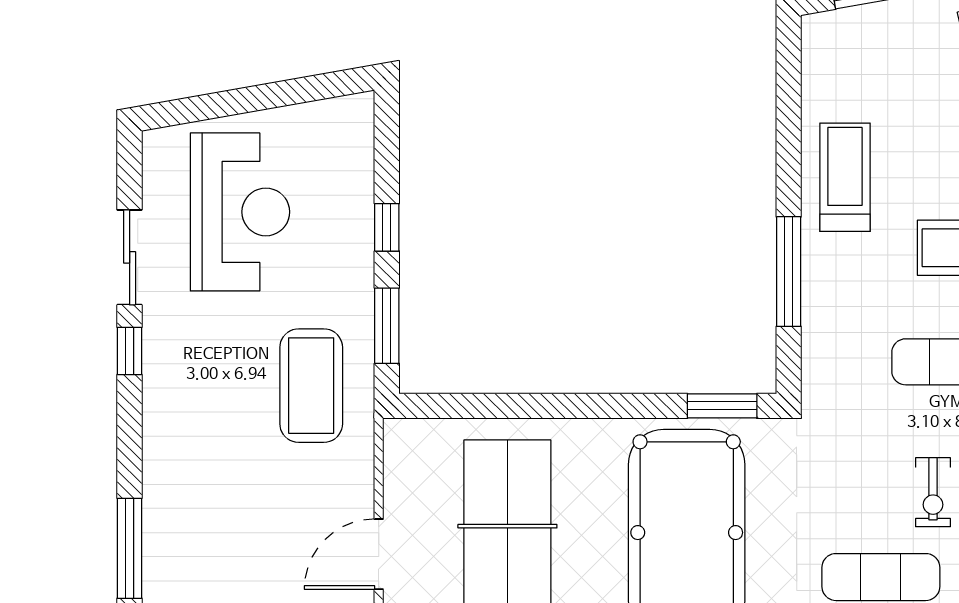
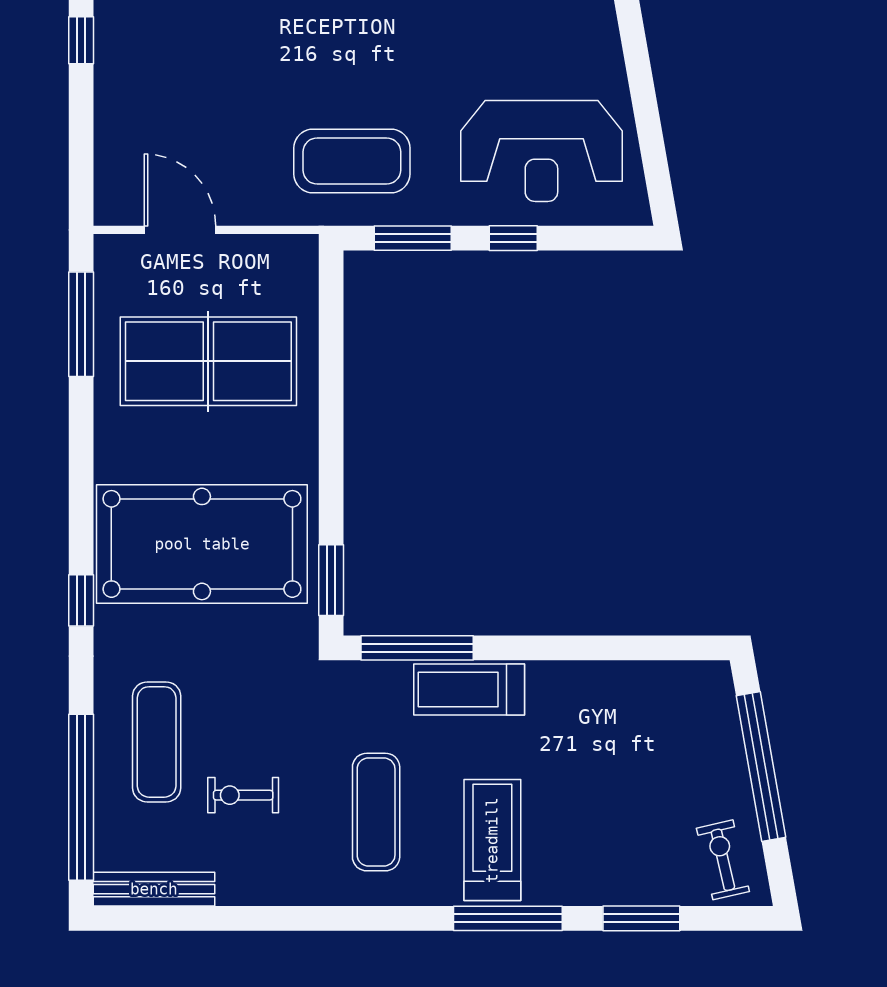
treadmill: (845, 177) -> (469, 689), moved, turned 180
reception desk: (240, 212) -> (541, 151), moved
window: (789, 272) -> (417, 648), moved

